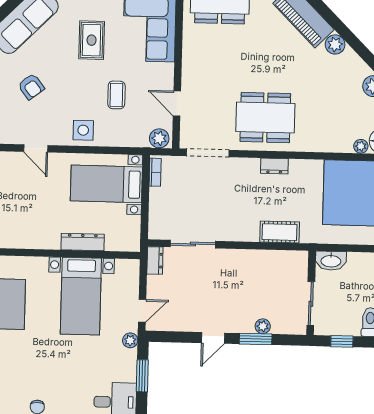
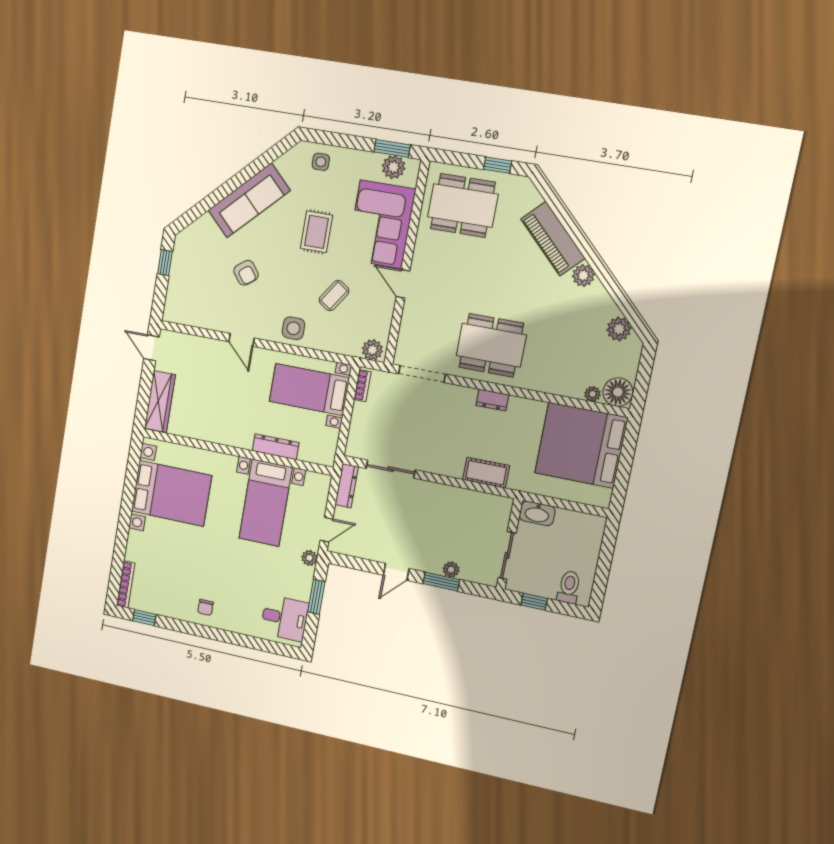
coffee table: (116, 95) -> (334, 296), turned 34
door: (177, 103) -> (403, 284), moved
dresser: (155, 260) -> (347, 486), width x1.44

